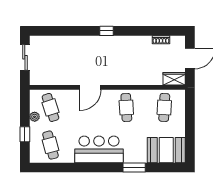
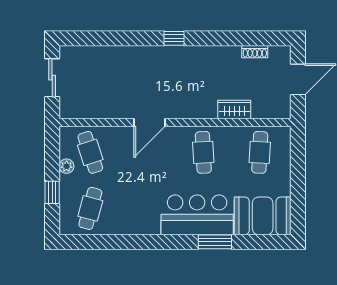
wardrobe: (174, 79) -> (234, 109), moved
cafe table: (50, 145) -> (90, 208), turned 30
bar counter: (99, 149) -> (197, 215), moved

